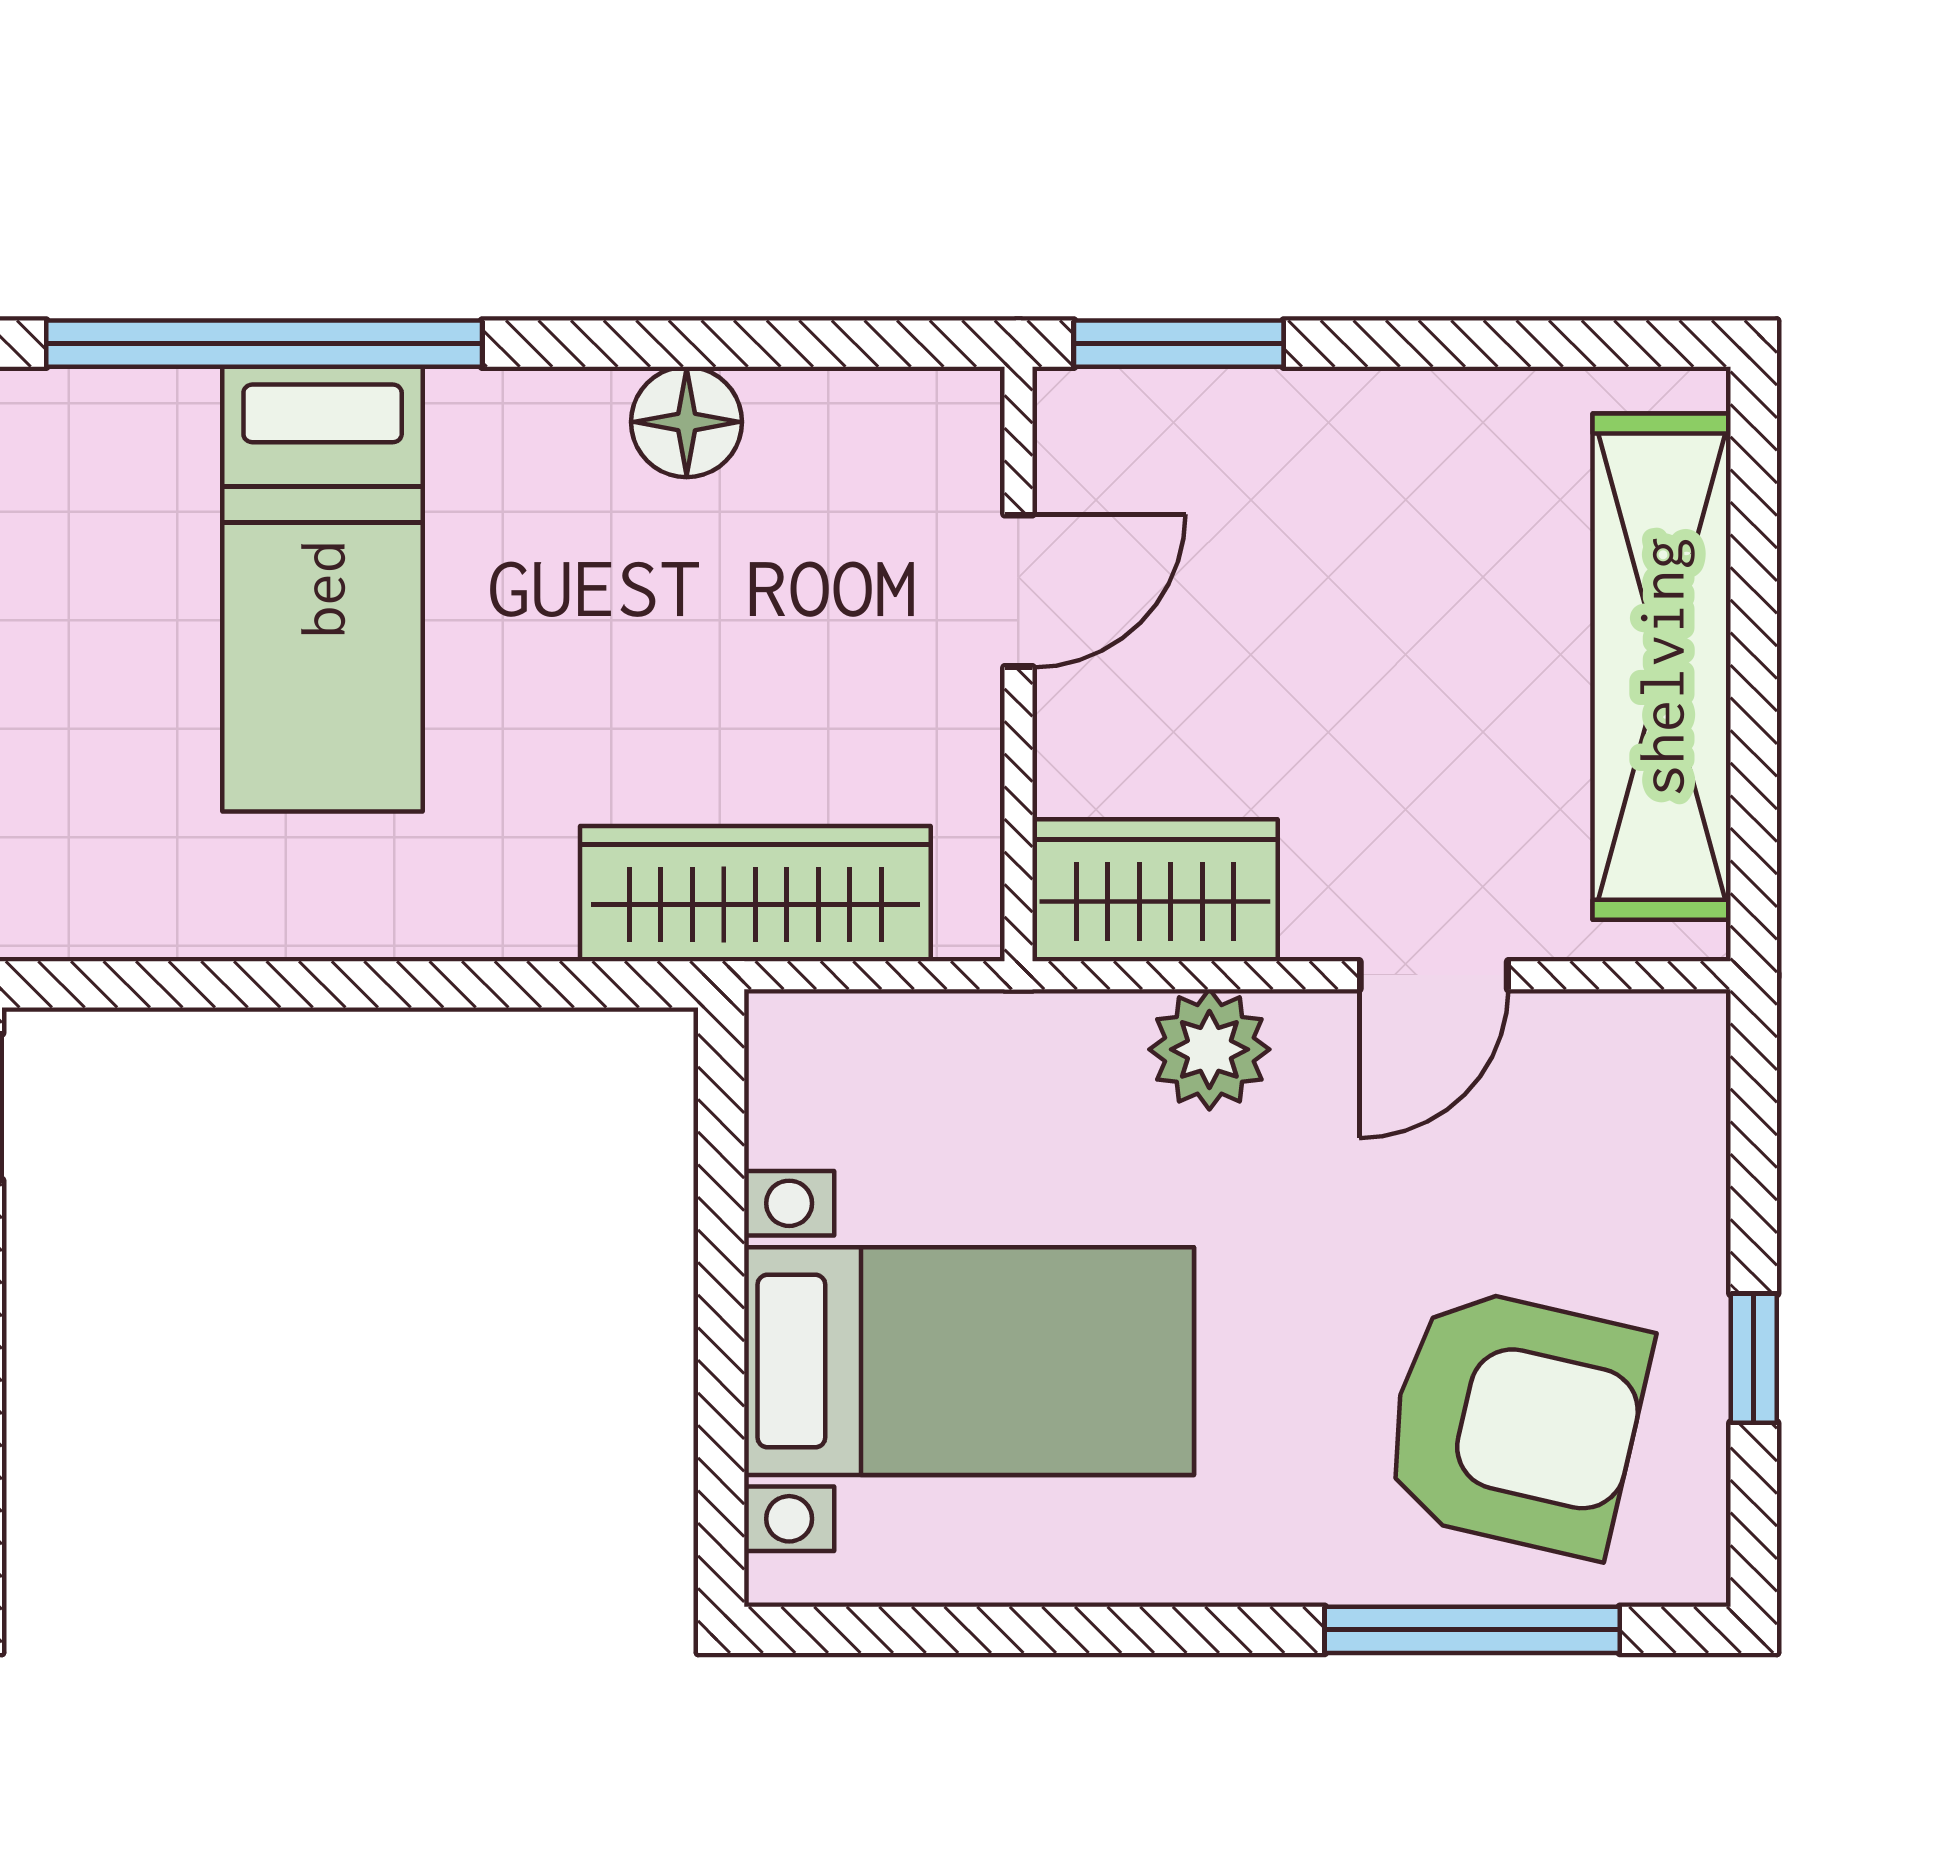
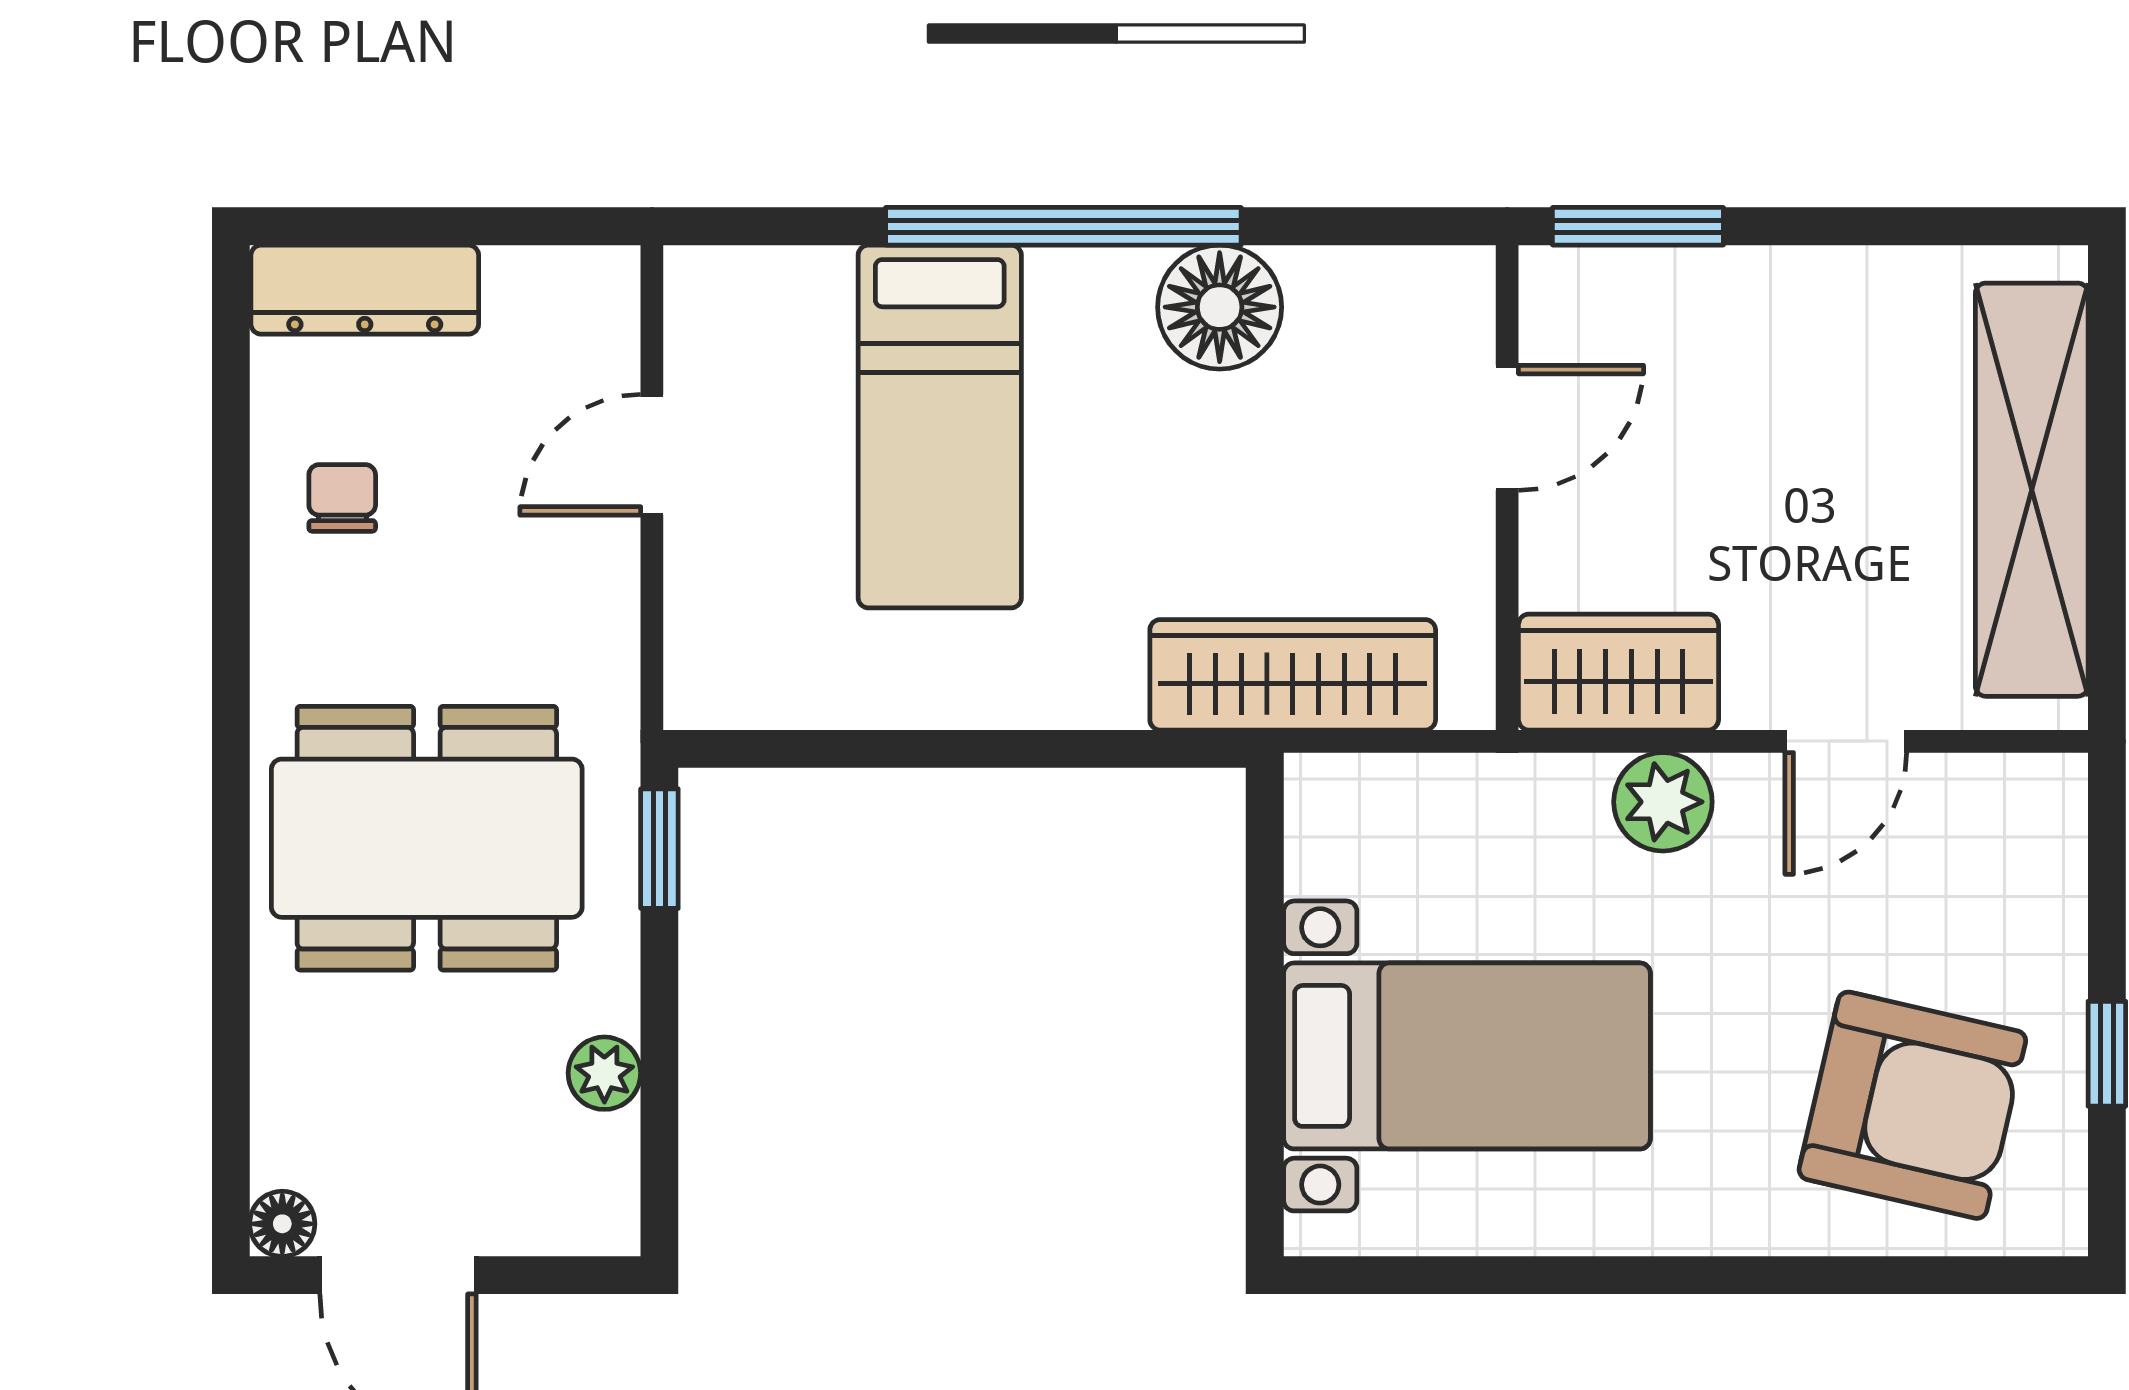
window: (264, 344) -> (1063, 226), moved
floor lamp: (687, 422) -> (1220, 307), width x1.38, depth x1.38
window: (1472, 1630) -> (1877, 1275), removed

